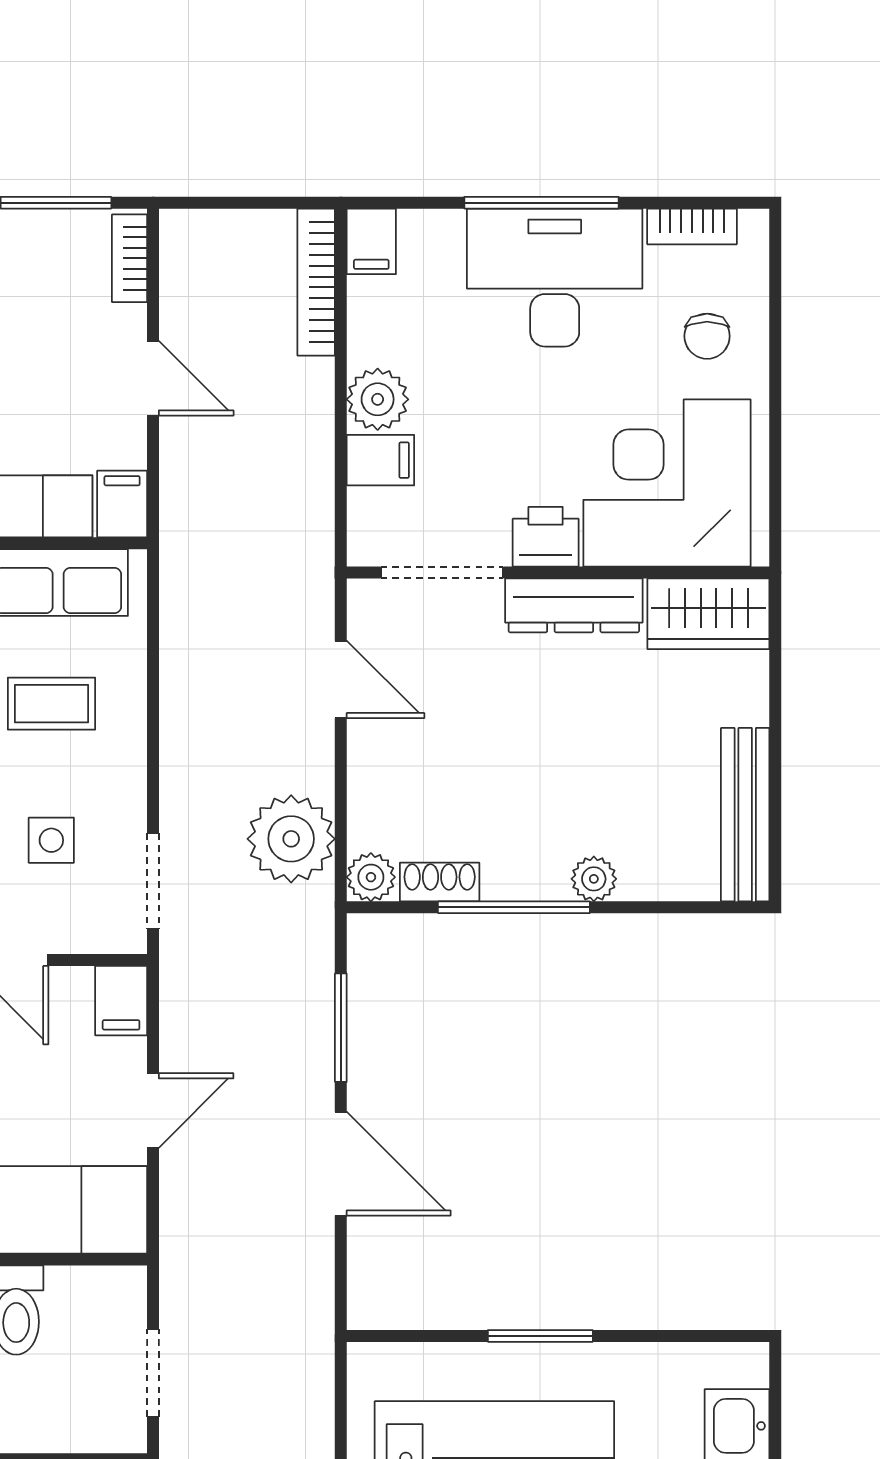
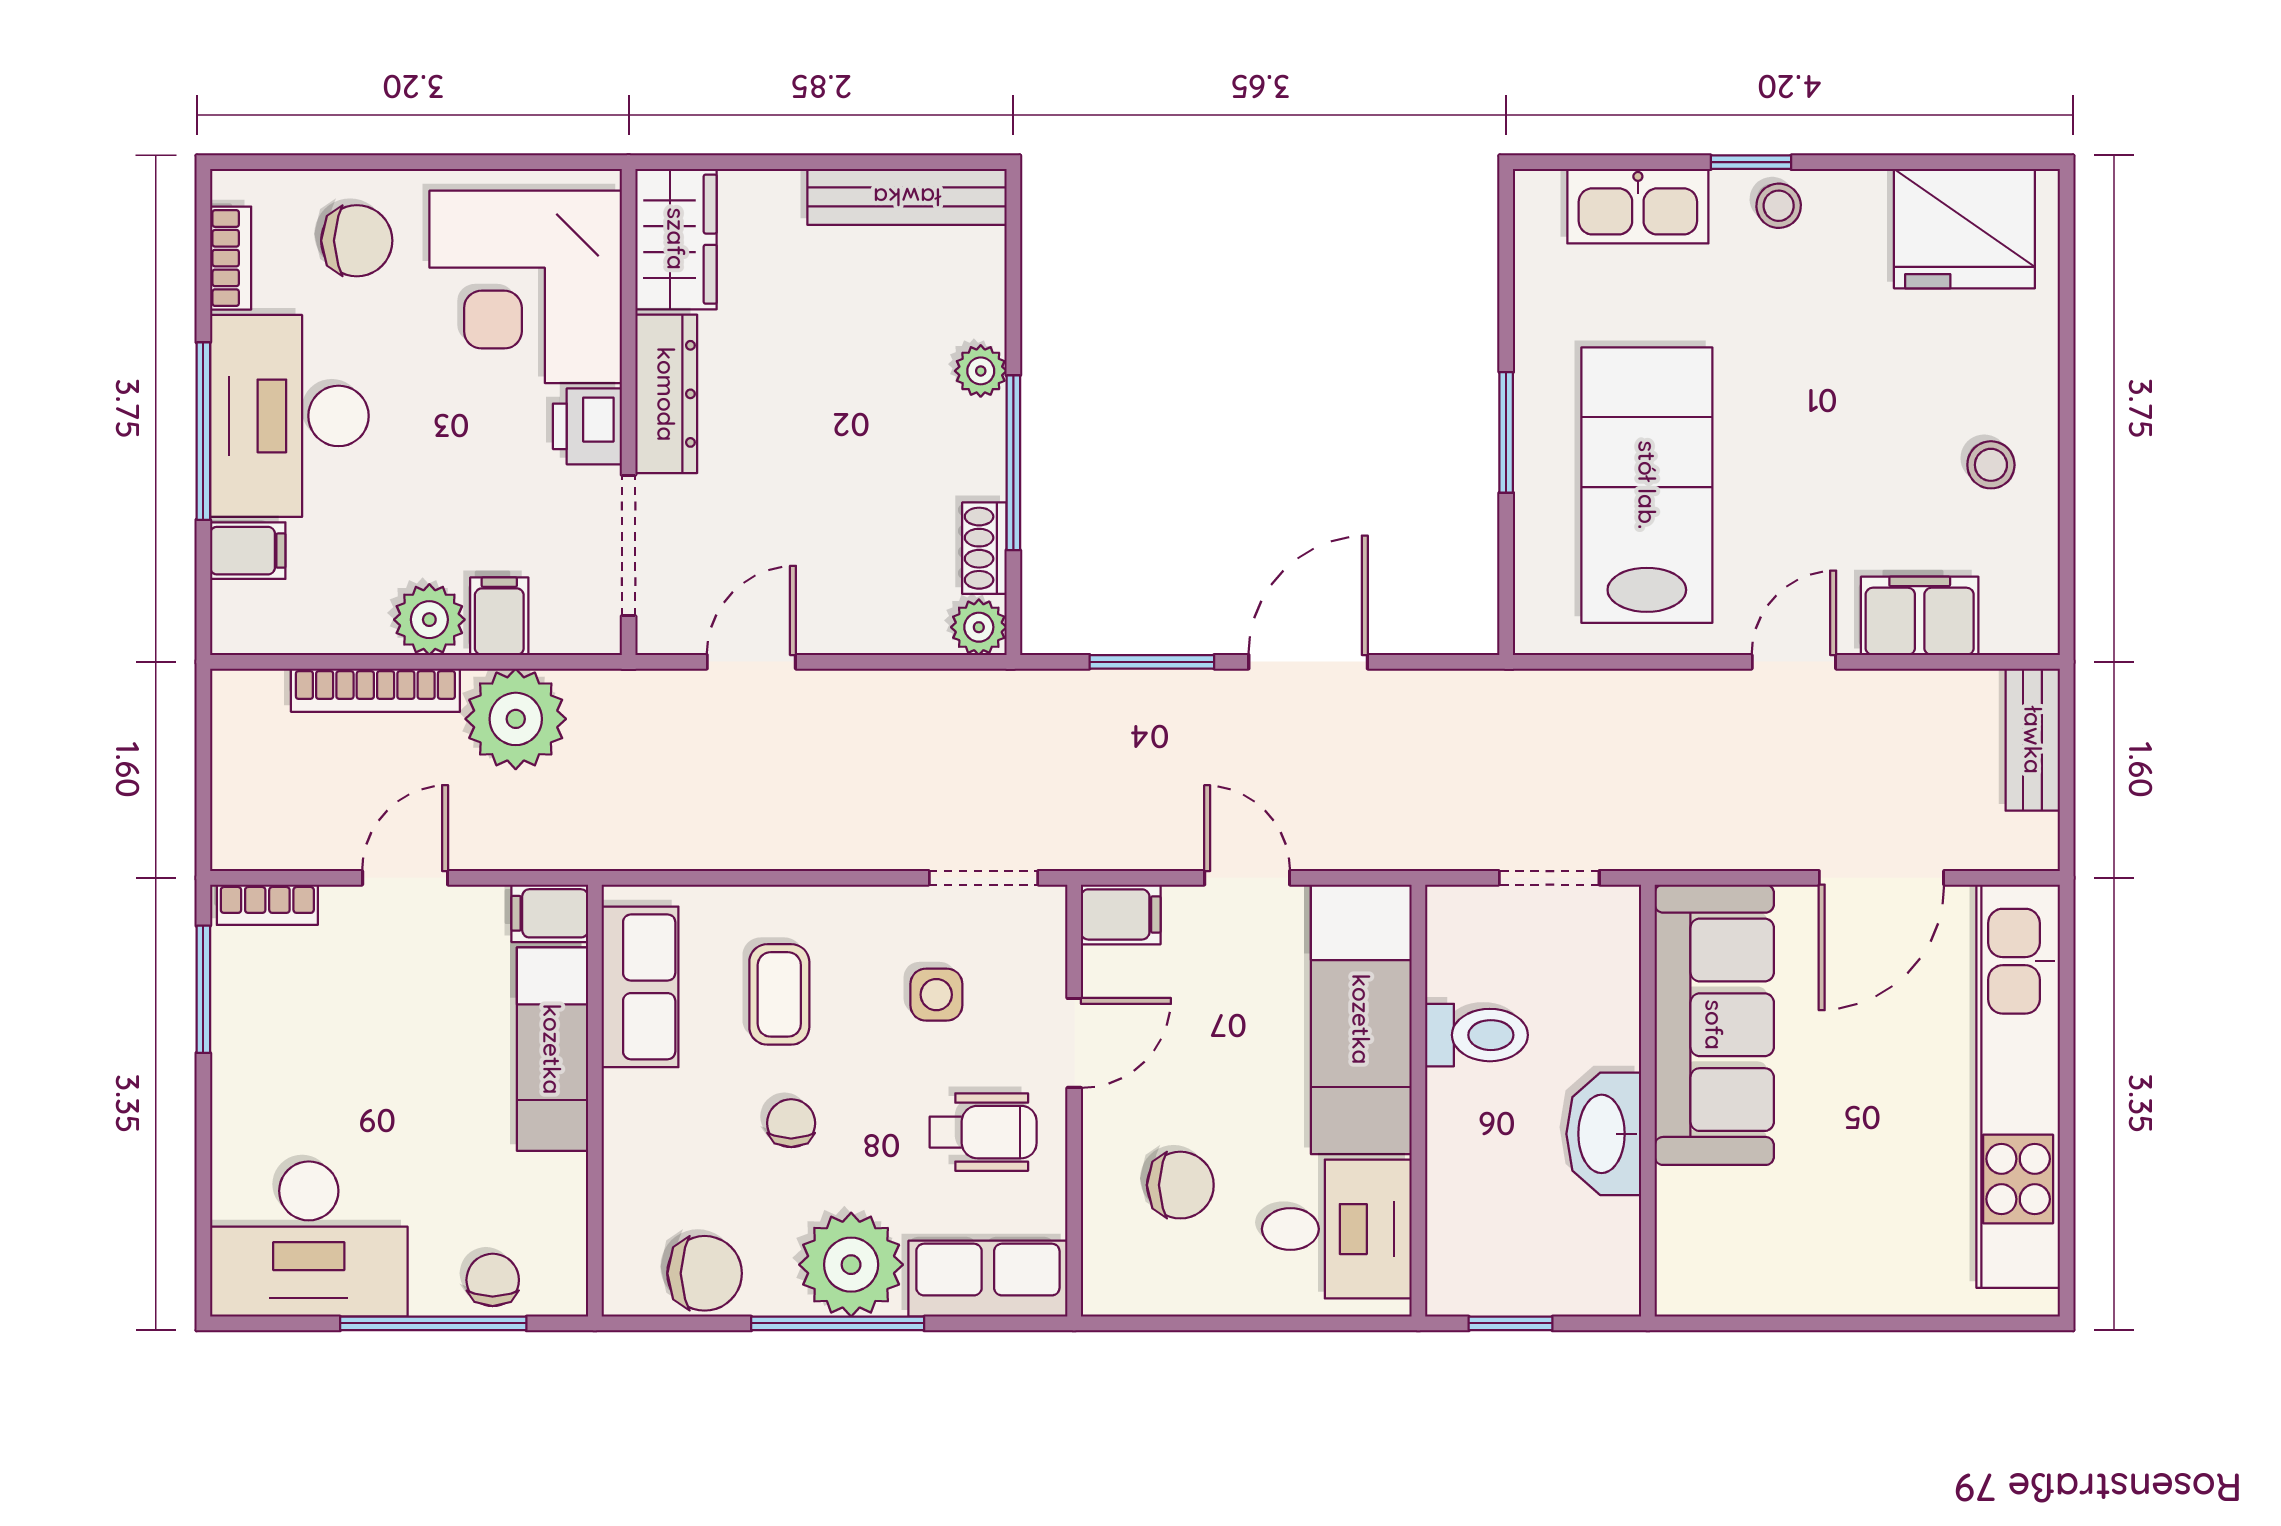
filing cabinet: (371, 241) -> (248, 551), moved
bookcase: (316, 282) -> (375, 690), moved
chair: (707, 336) -> (357, 241), width x1.37, depth x1.37
plant: (291, 839) -> (516, 719), moved

